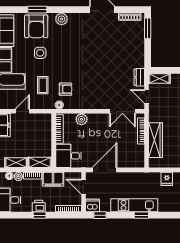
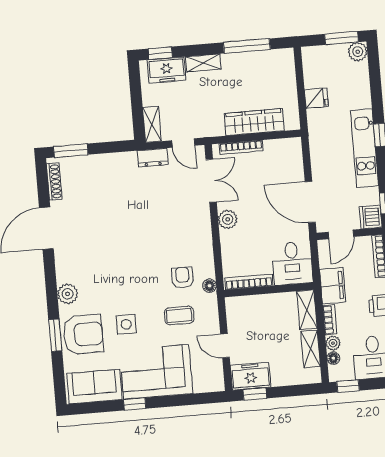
door: (147, 96) -> (183, 143), hinge flipped
plant: (81, 119) -> (228, 219), moved

